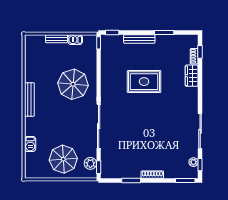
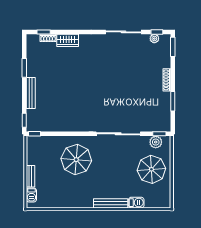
barbecue: (75, 40) -> (31, 195), moved
rug: (144, 82) -> (73, 88), removed
bench: (29, 99) -> (111, 203), moved

